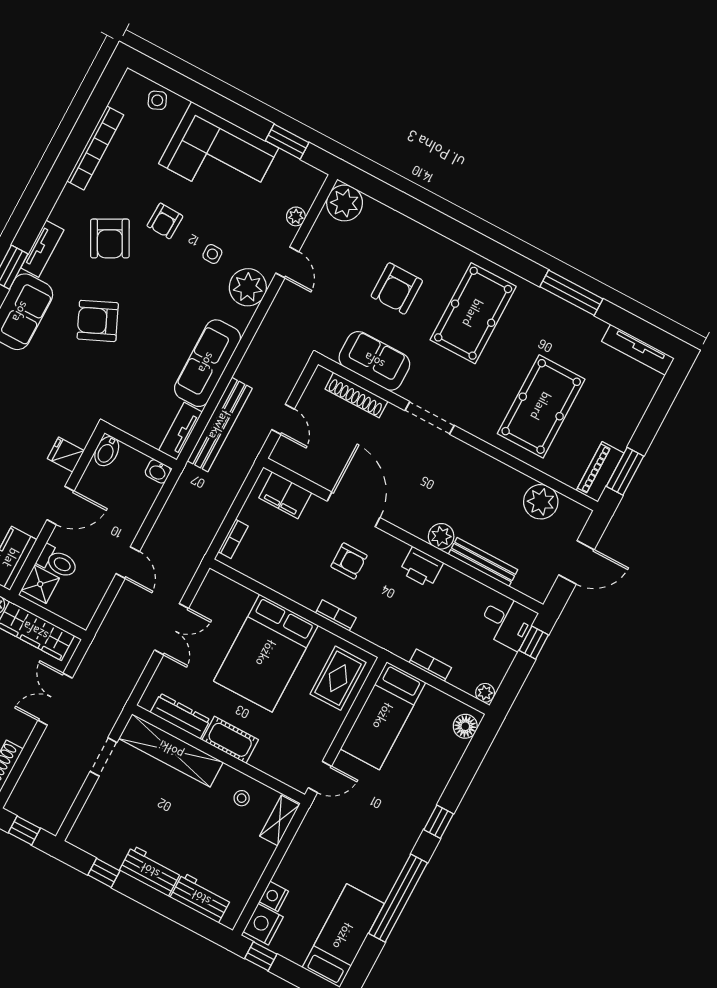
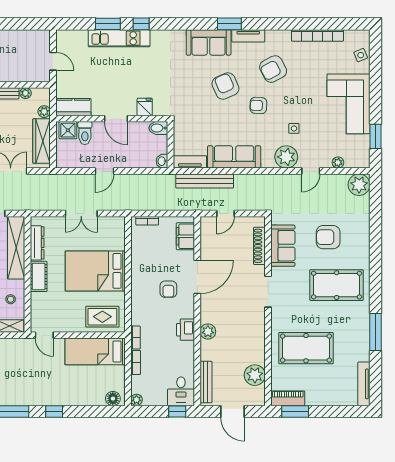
armchair: (165, 221) -> (258, 105), moved
bench: (483, 562) -> (206, 382), moved
bookcase: (336, 615) -> (135, 338), moved

